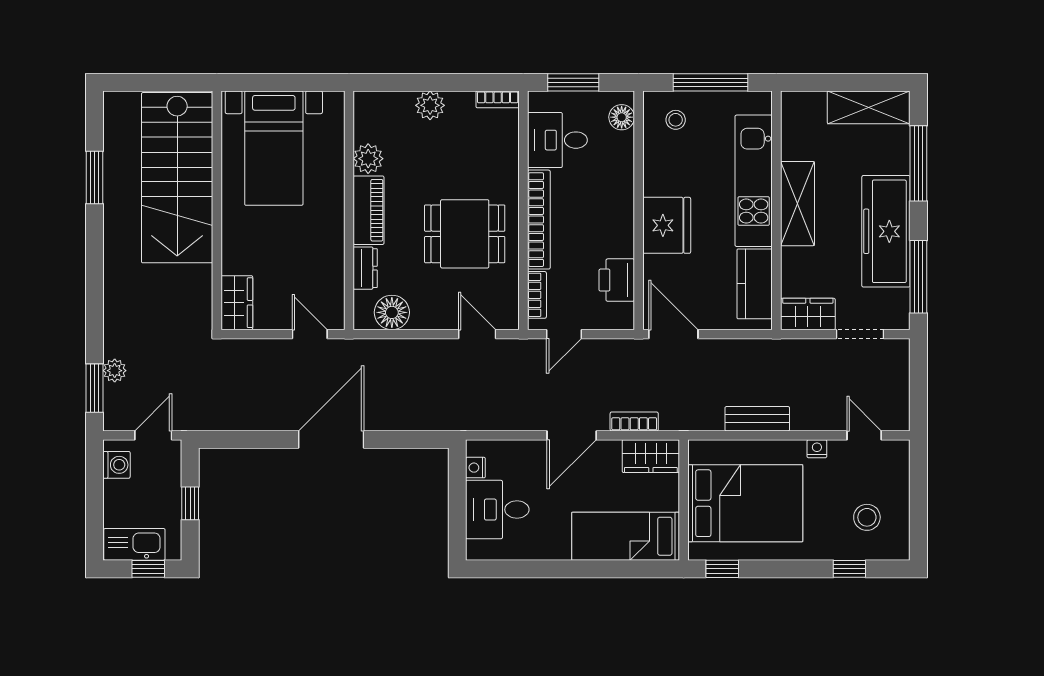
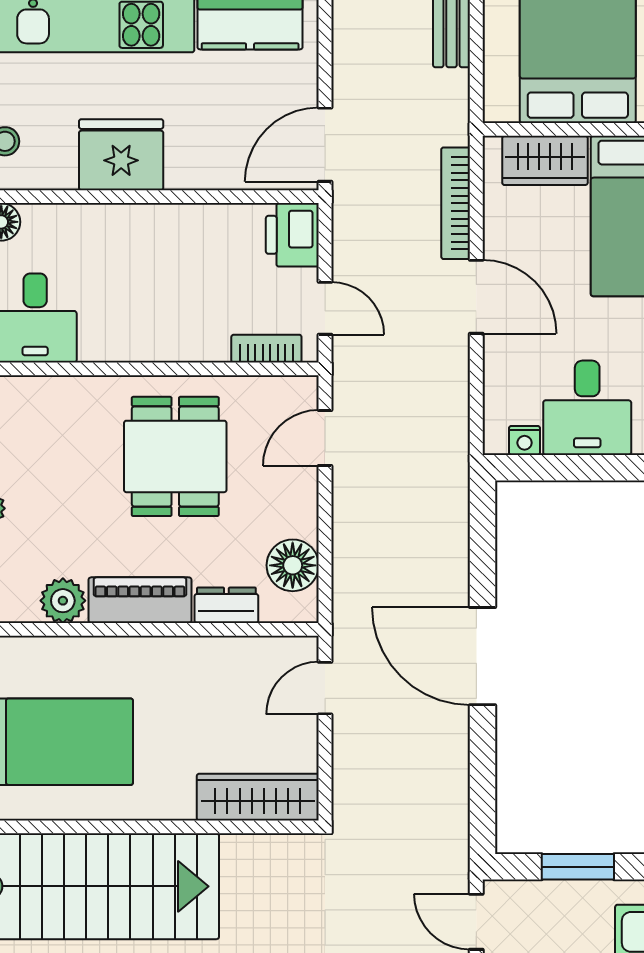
bookcase: (539, 220) -> (154, 346), removed
fridge: (667, 225) -> (121, 155), moved
printer: (617, 280) -> (292, 235), moved, turned 90
wardrobe: (237, 303) -> (258, 797), width x1.50
bookcase: (634, 421) -> (456, 203), width x1.56
wardrobe: (651, 456) -> (545, 160), moved, turned 90
window: (190, 503) -> (578, 867), width x1.50

